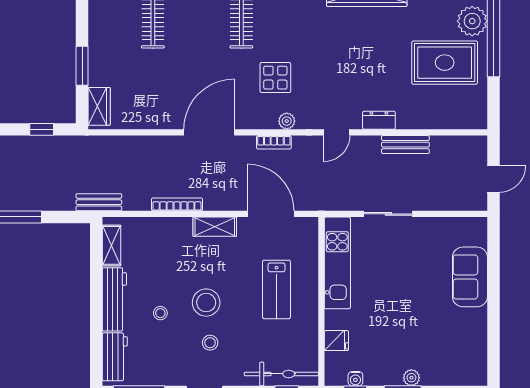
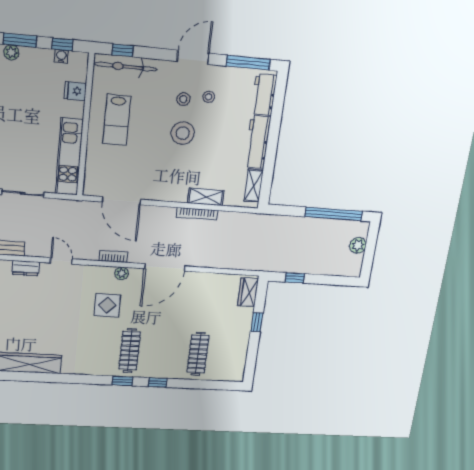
window: (82, 66) -> (257, 322), width x0.67
plant: (287, 121) -> (122, 273), moved
door: (337, 132) -> (61, 261), hinge flipped
bench: (99, 202) -> (259, 220), removed
shelving: (215, 227) -> (206, 197), moved
lab bench: (276, 289) -> (117, 120), moved, turned 180
stool: (160, 313) -> (209, 97), moved

